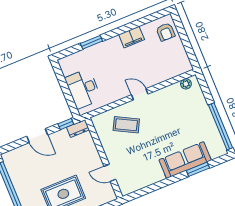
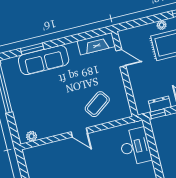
coffee table: (126, 125) -> (97, 104), turned -64
dresser: (78, 129) -> (160, 104), moved
fireplace: (136, 184) -> (96, 44), added

